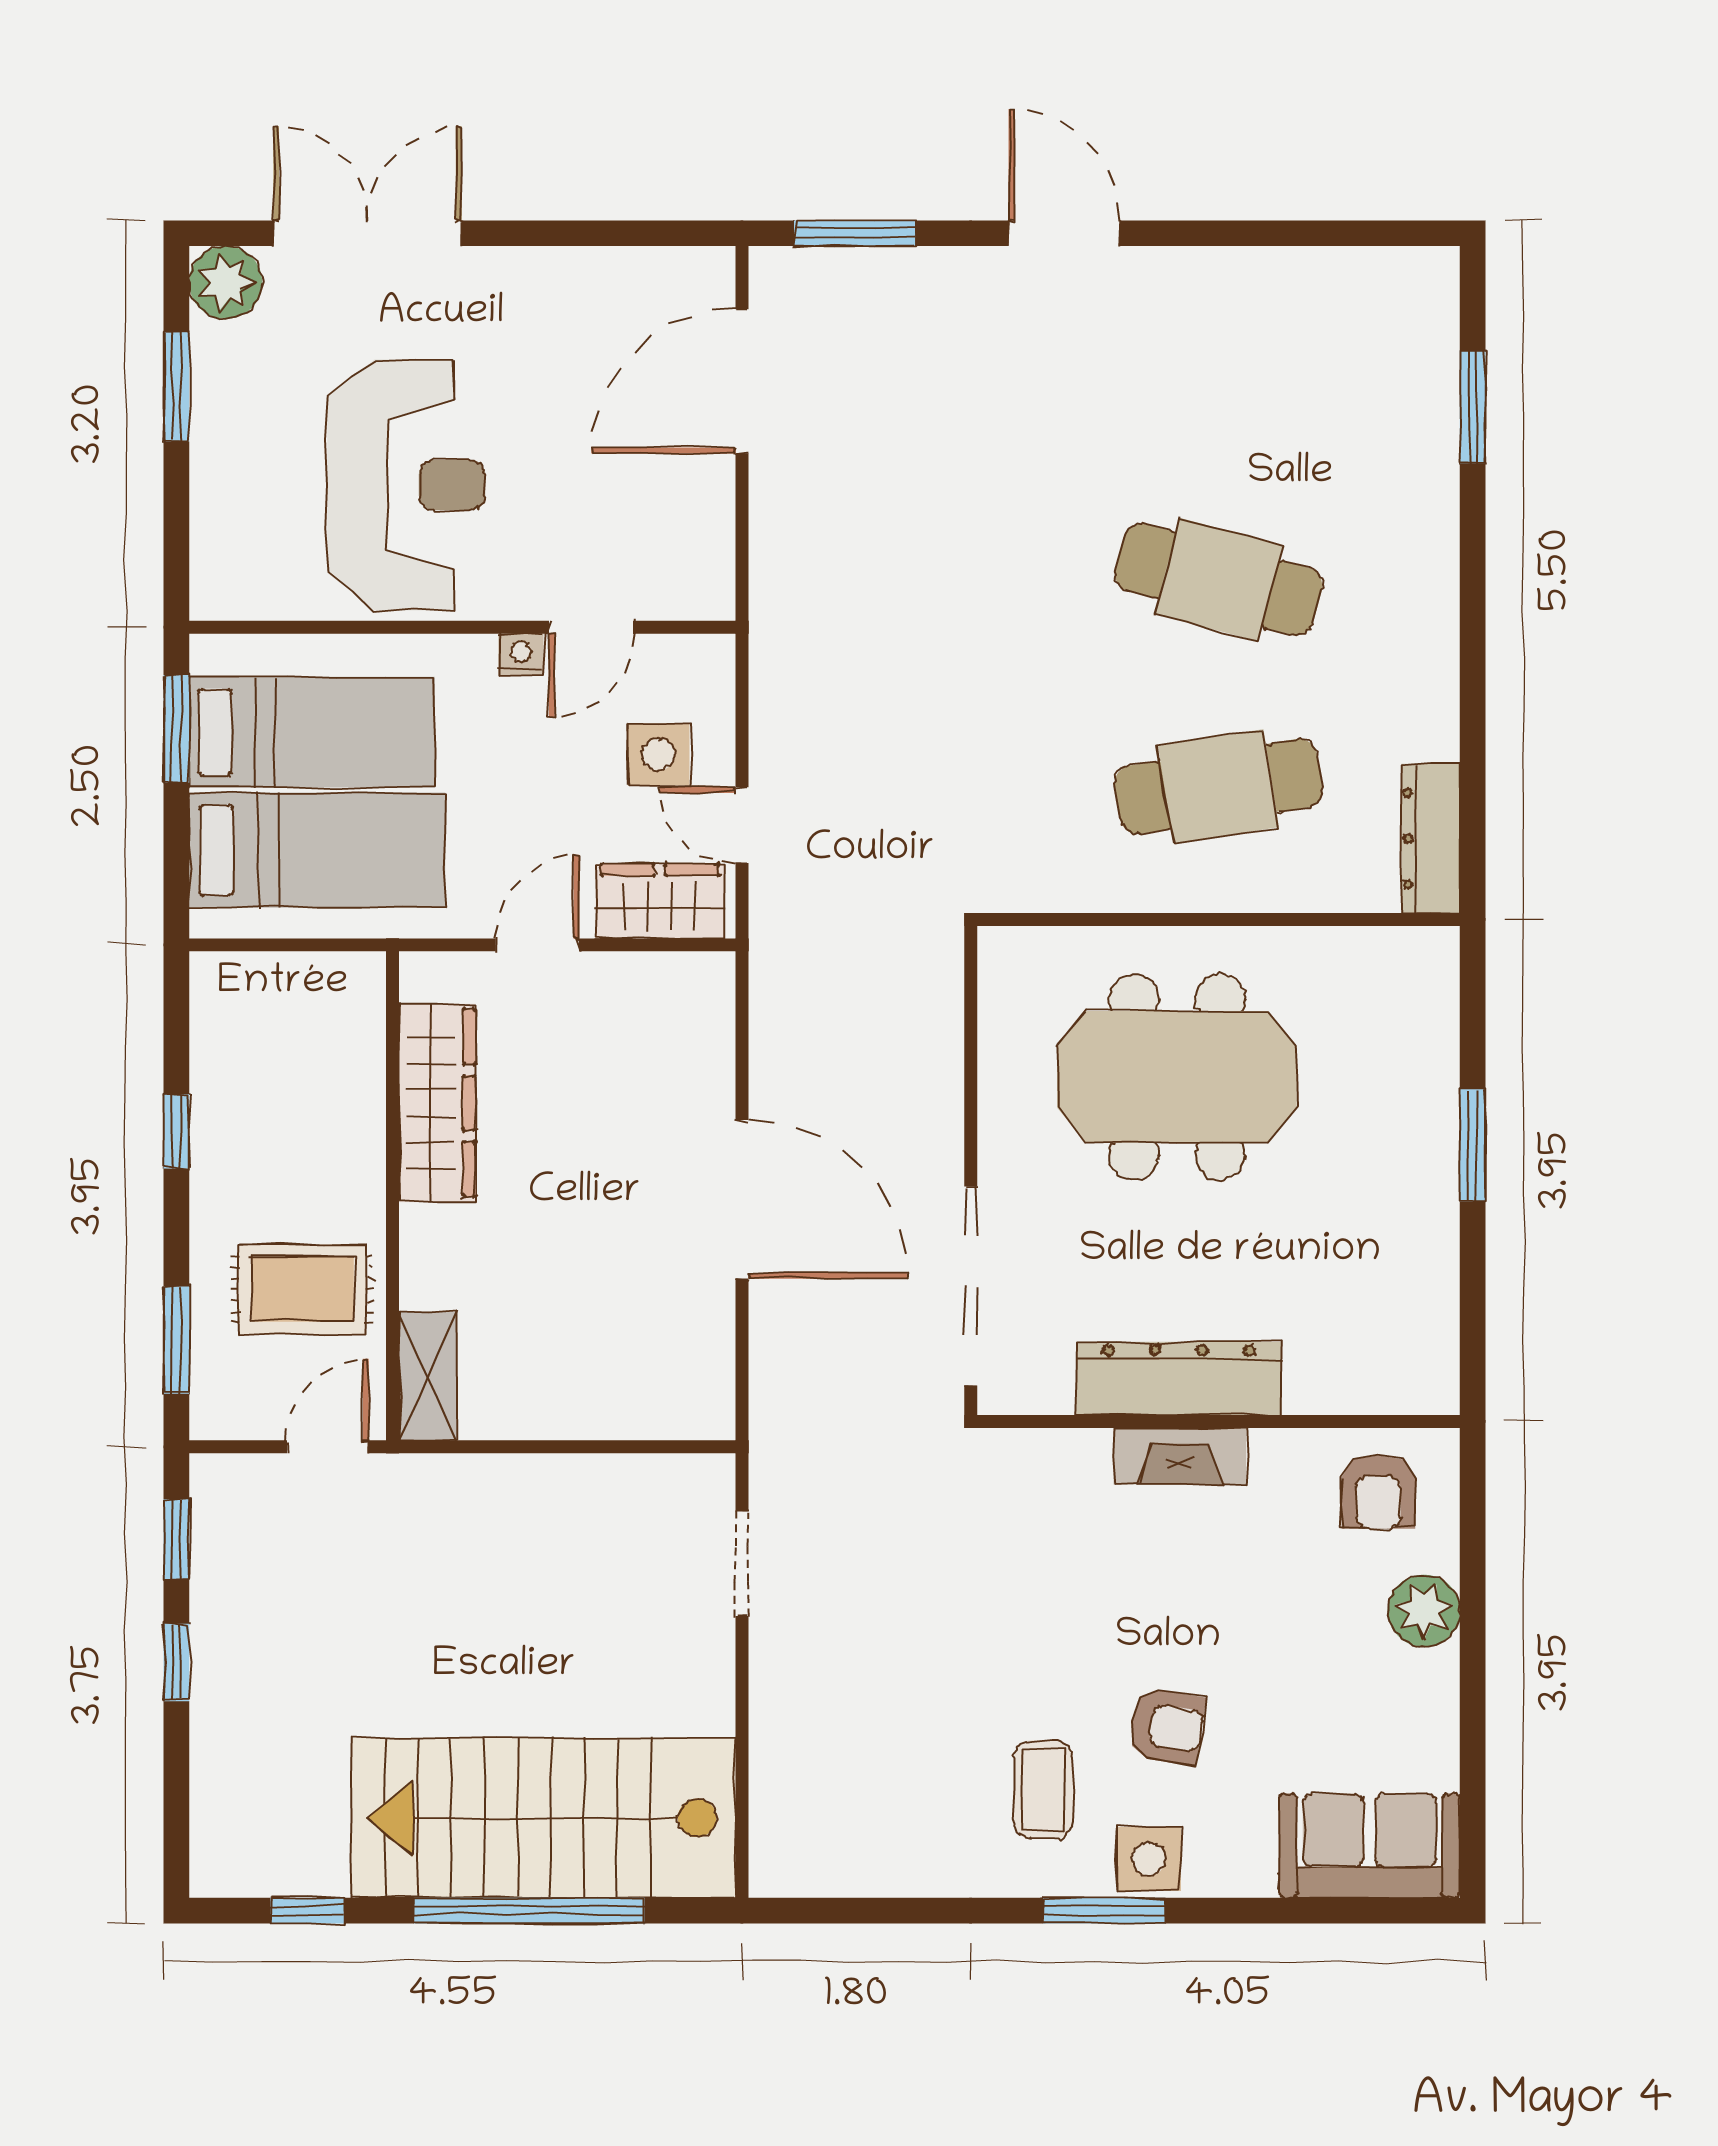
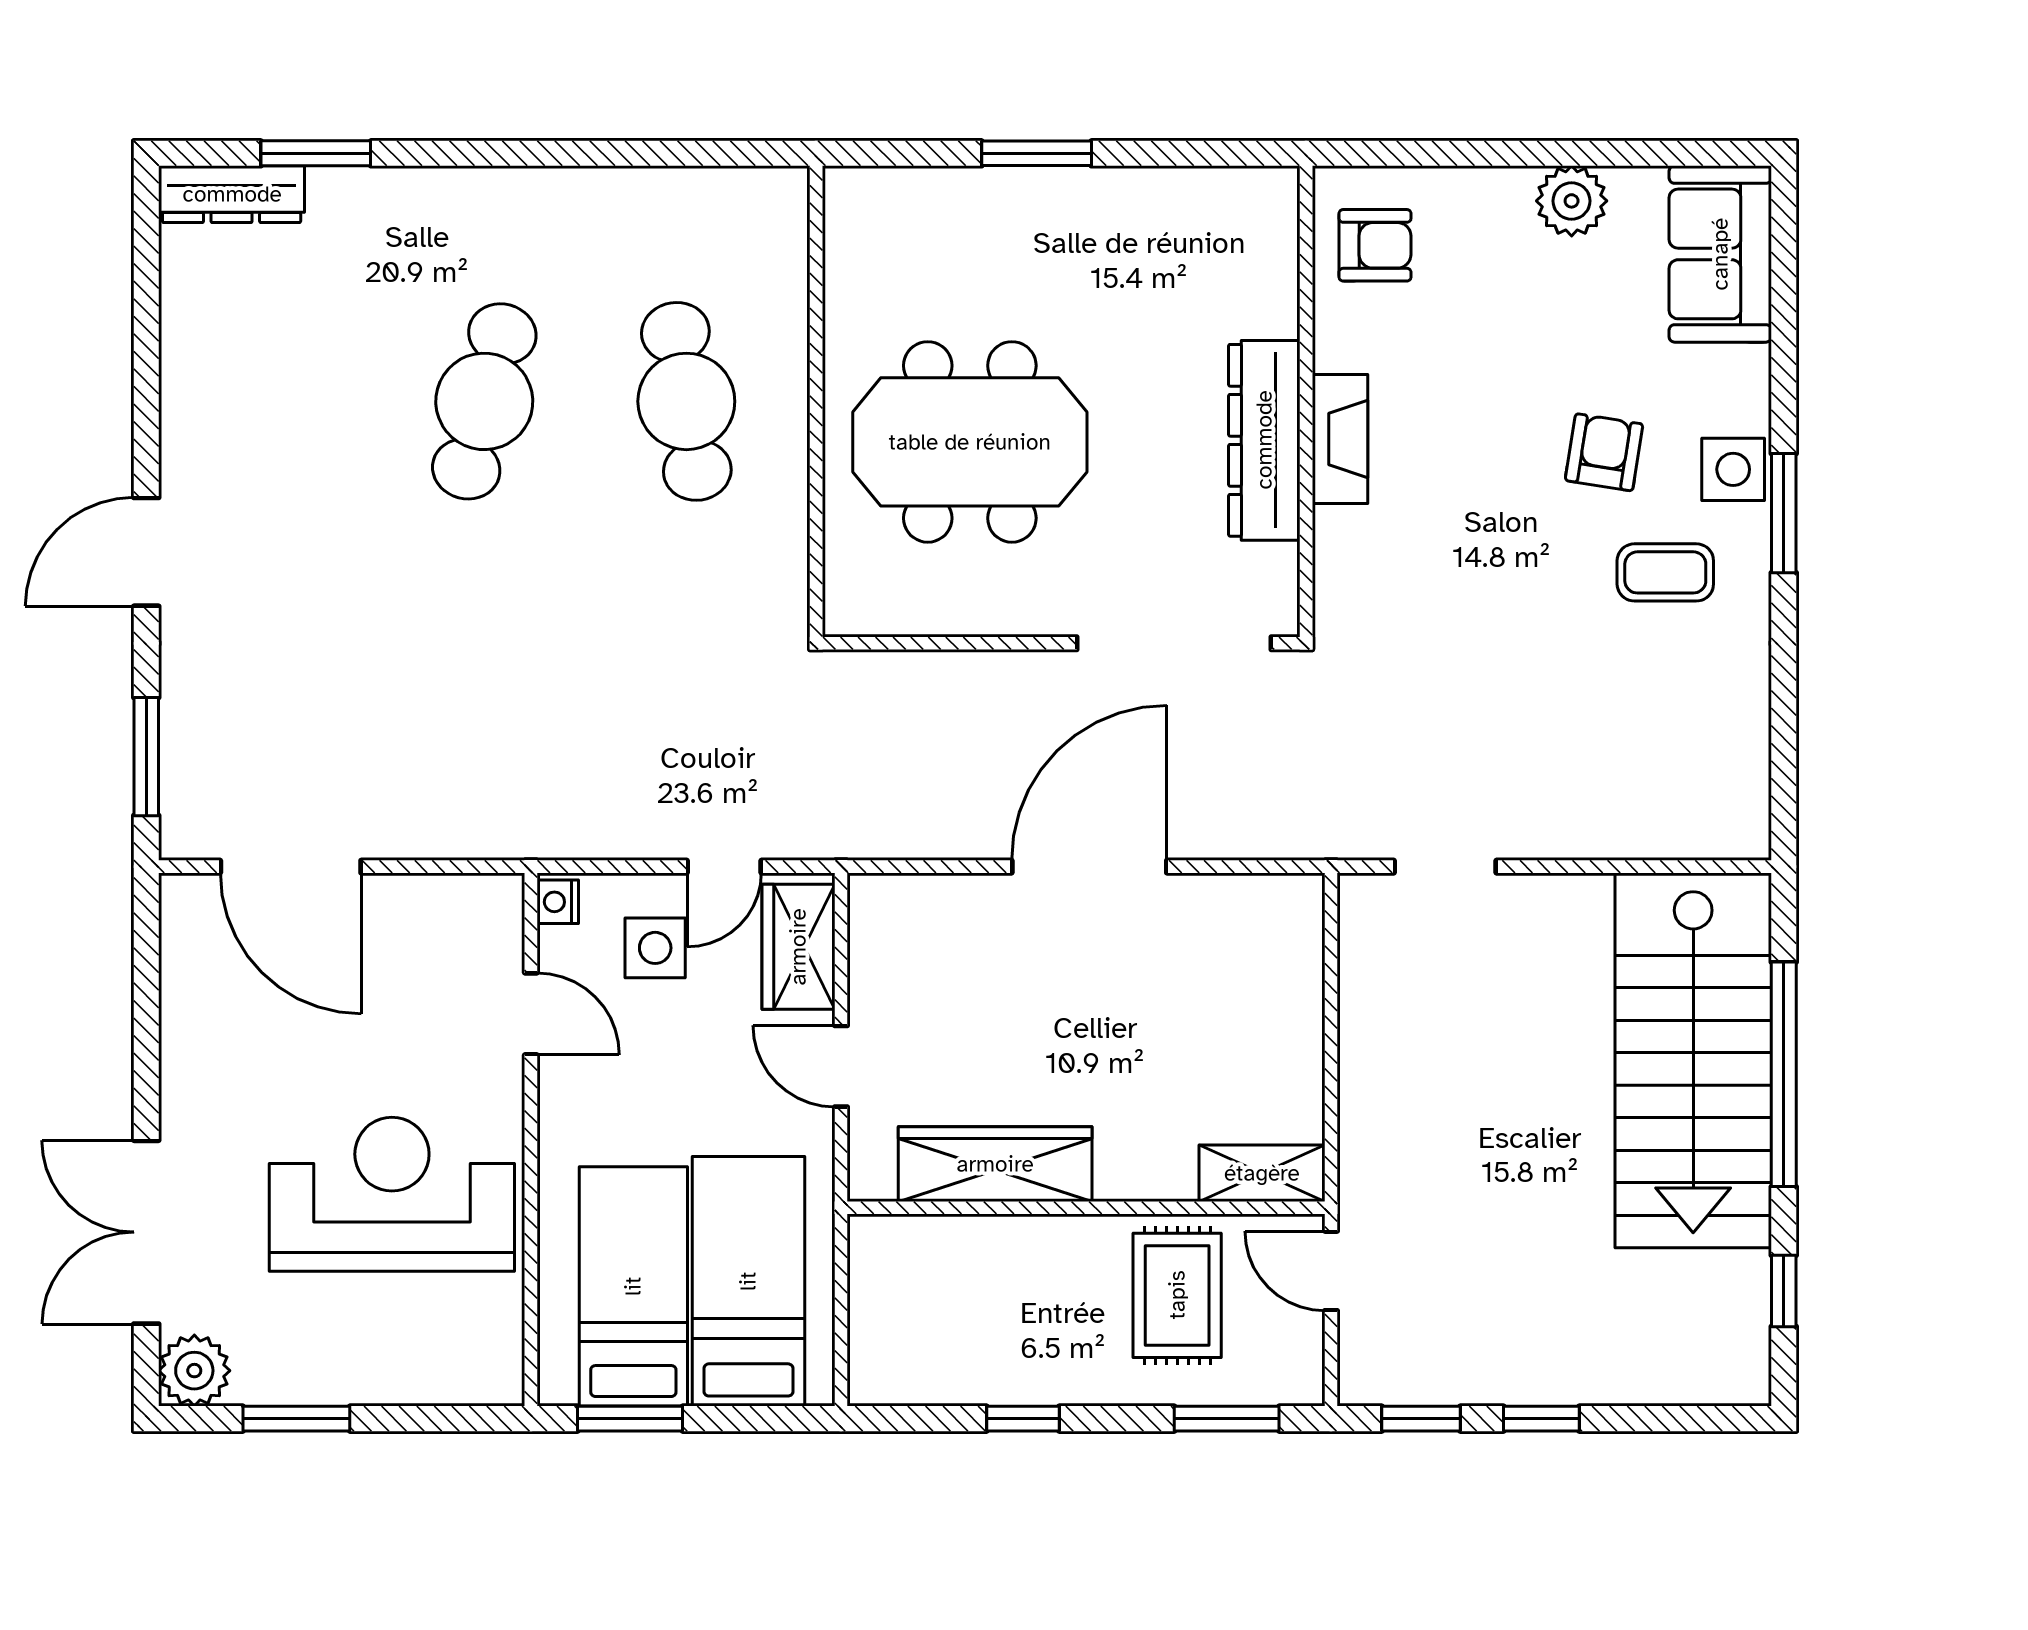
nightstand: (521, 655) -> (558, 902), moved
dresser: (1431, 838) -> (232, 194), moved
meeting table: (1177, 1077) -> (970, 442), turned 90
plant: (1424, 1611) -> (1572, 201), moved

